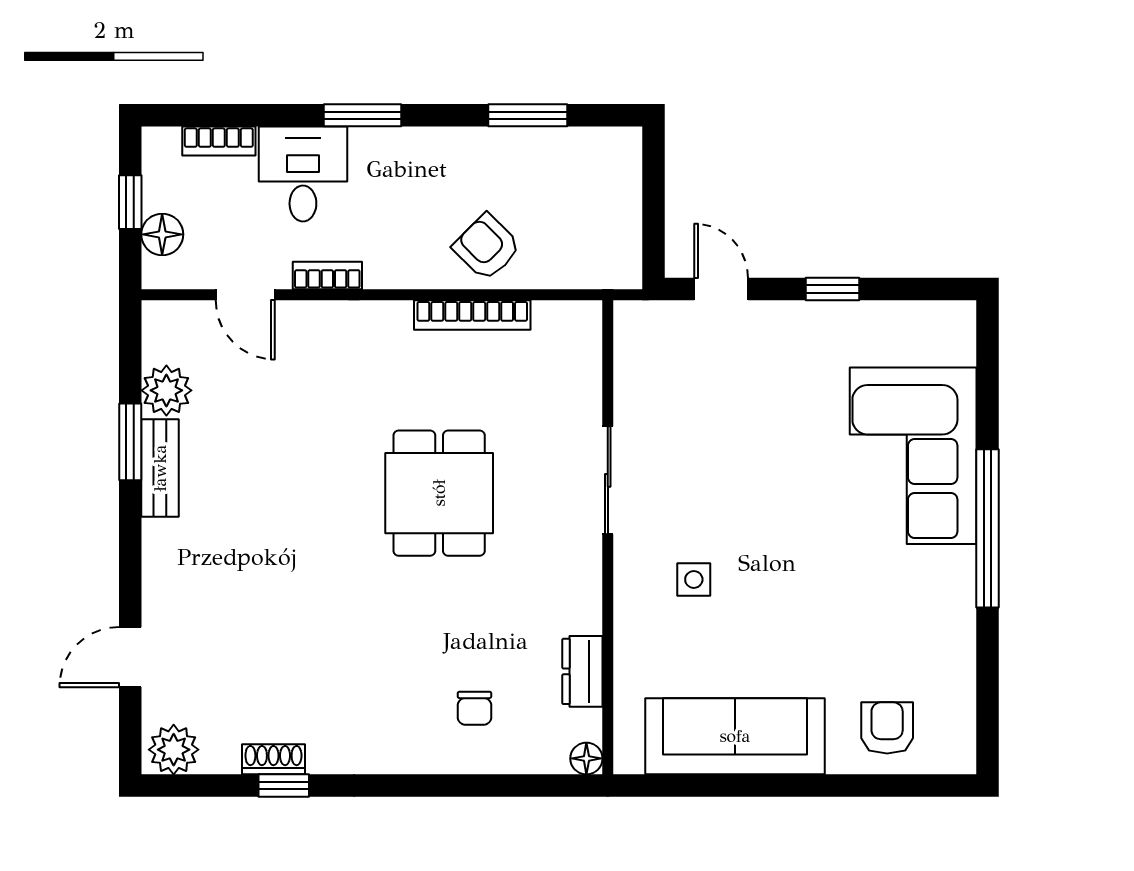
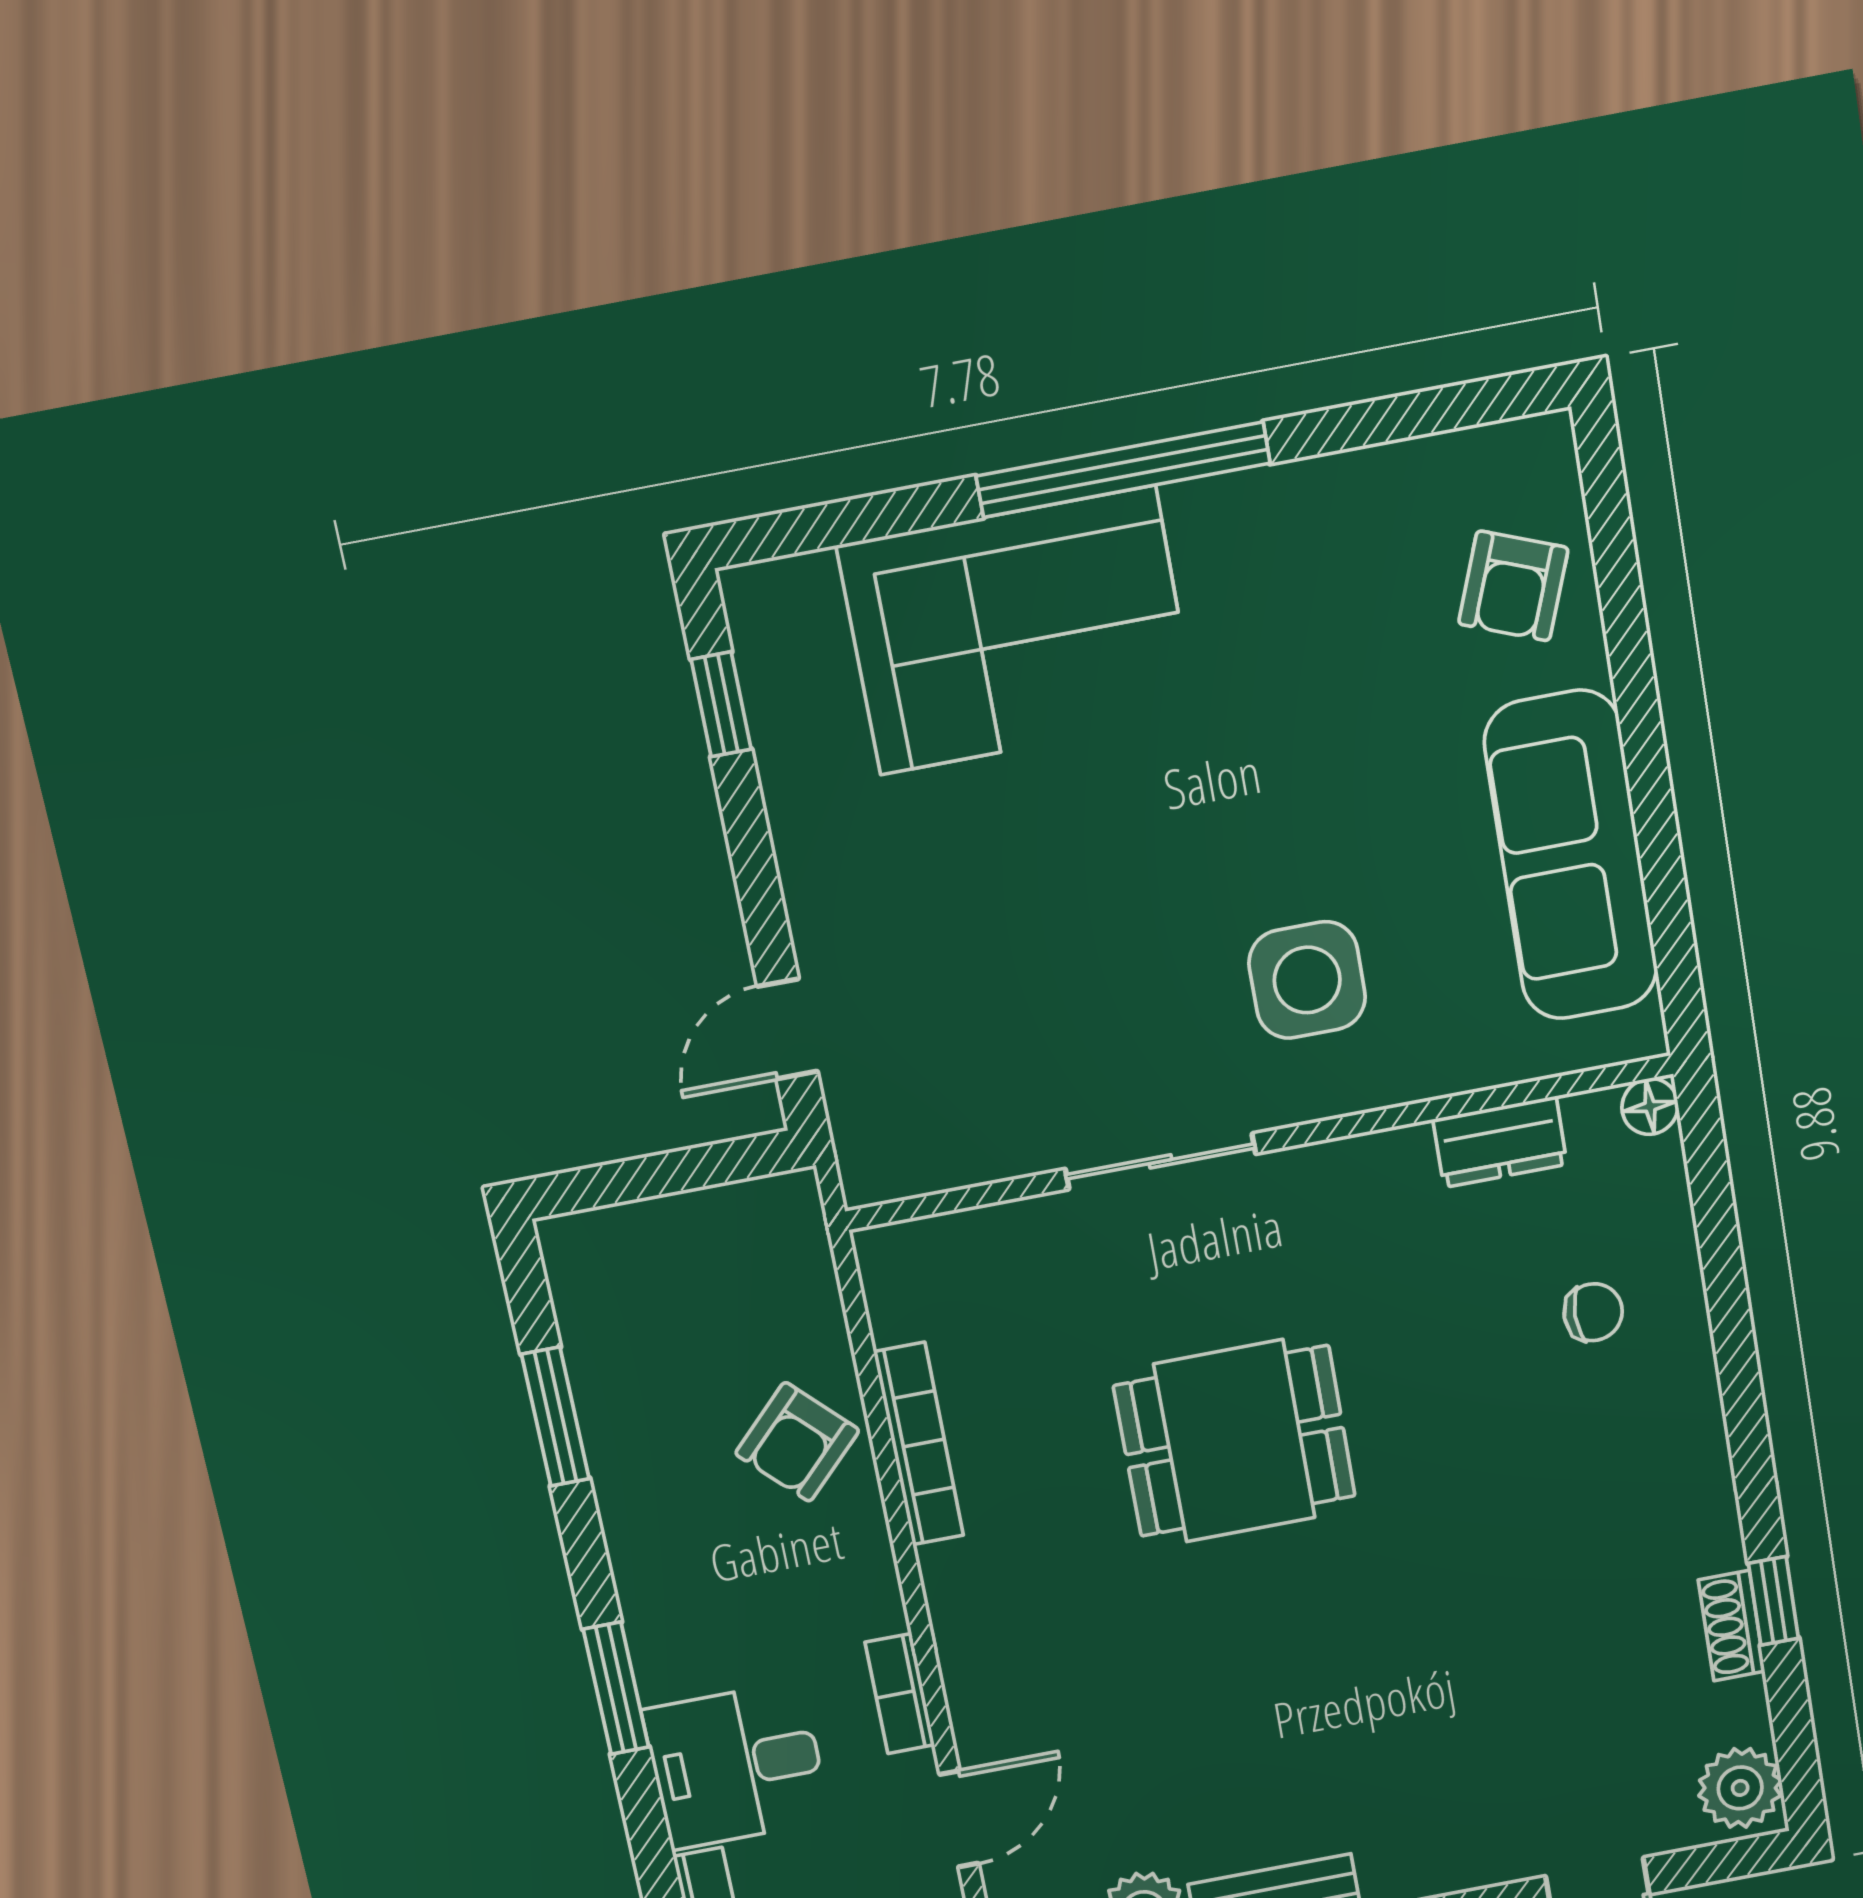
window: (833, 289) -> (721, 704), moved
side table: (694, 579) -> (1307, 980), width x1.87, depth x1.87
armchair: (887, 728) -> (1513, 586), turned -69

